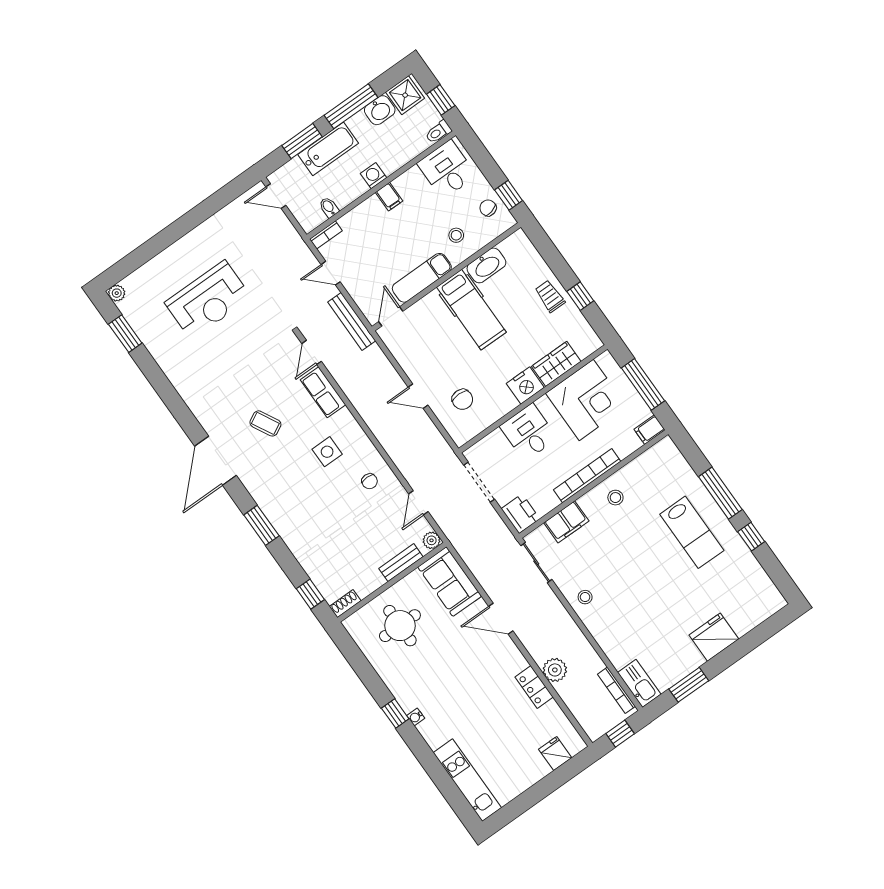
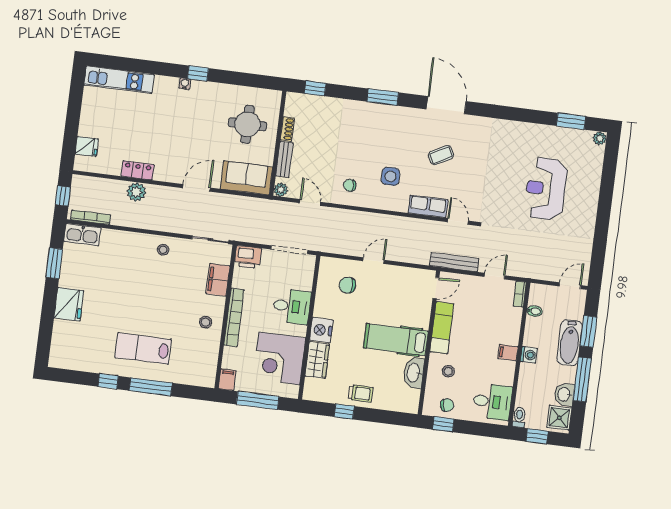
door: (391, 316) -> (436, 288), hinge flipped
shoe rack: (345, 604) -> (287, 129), moved

